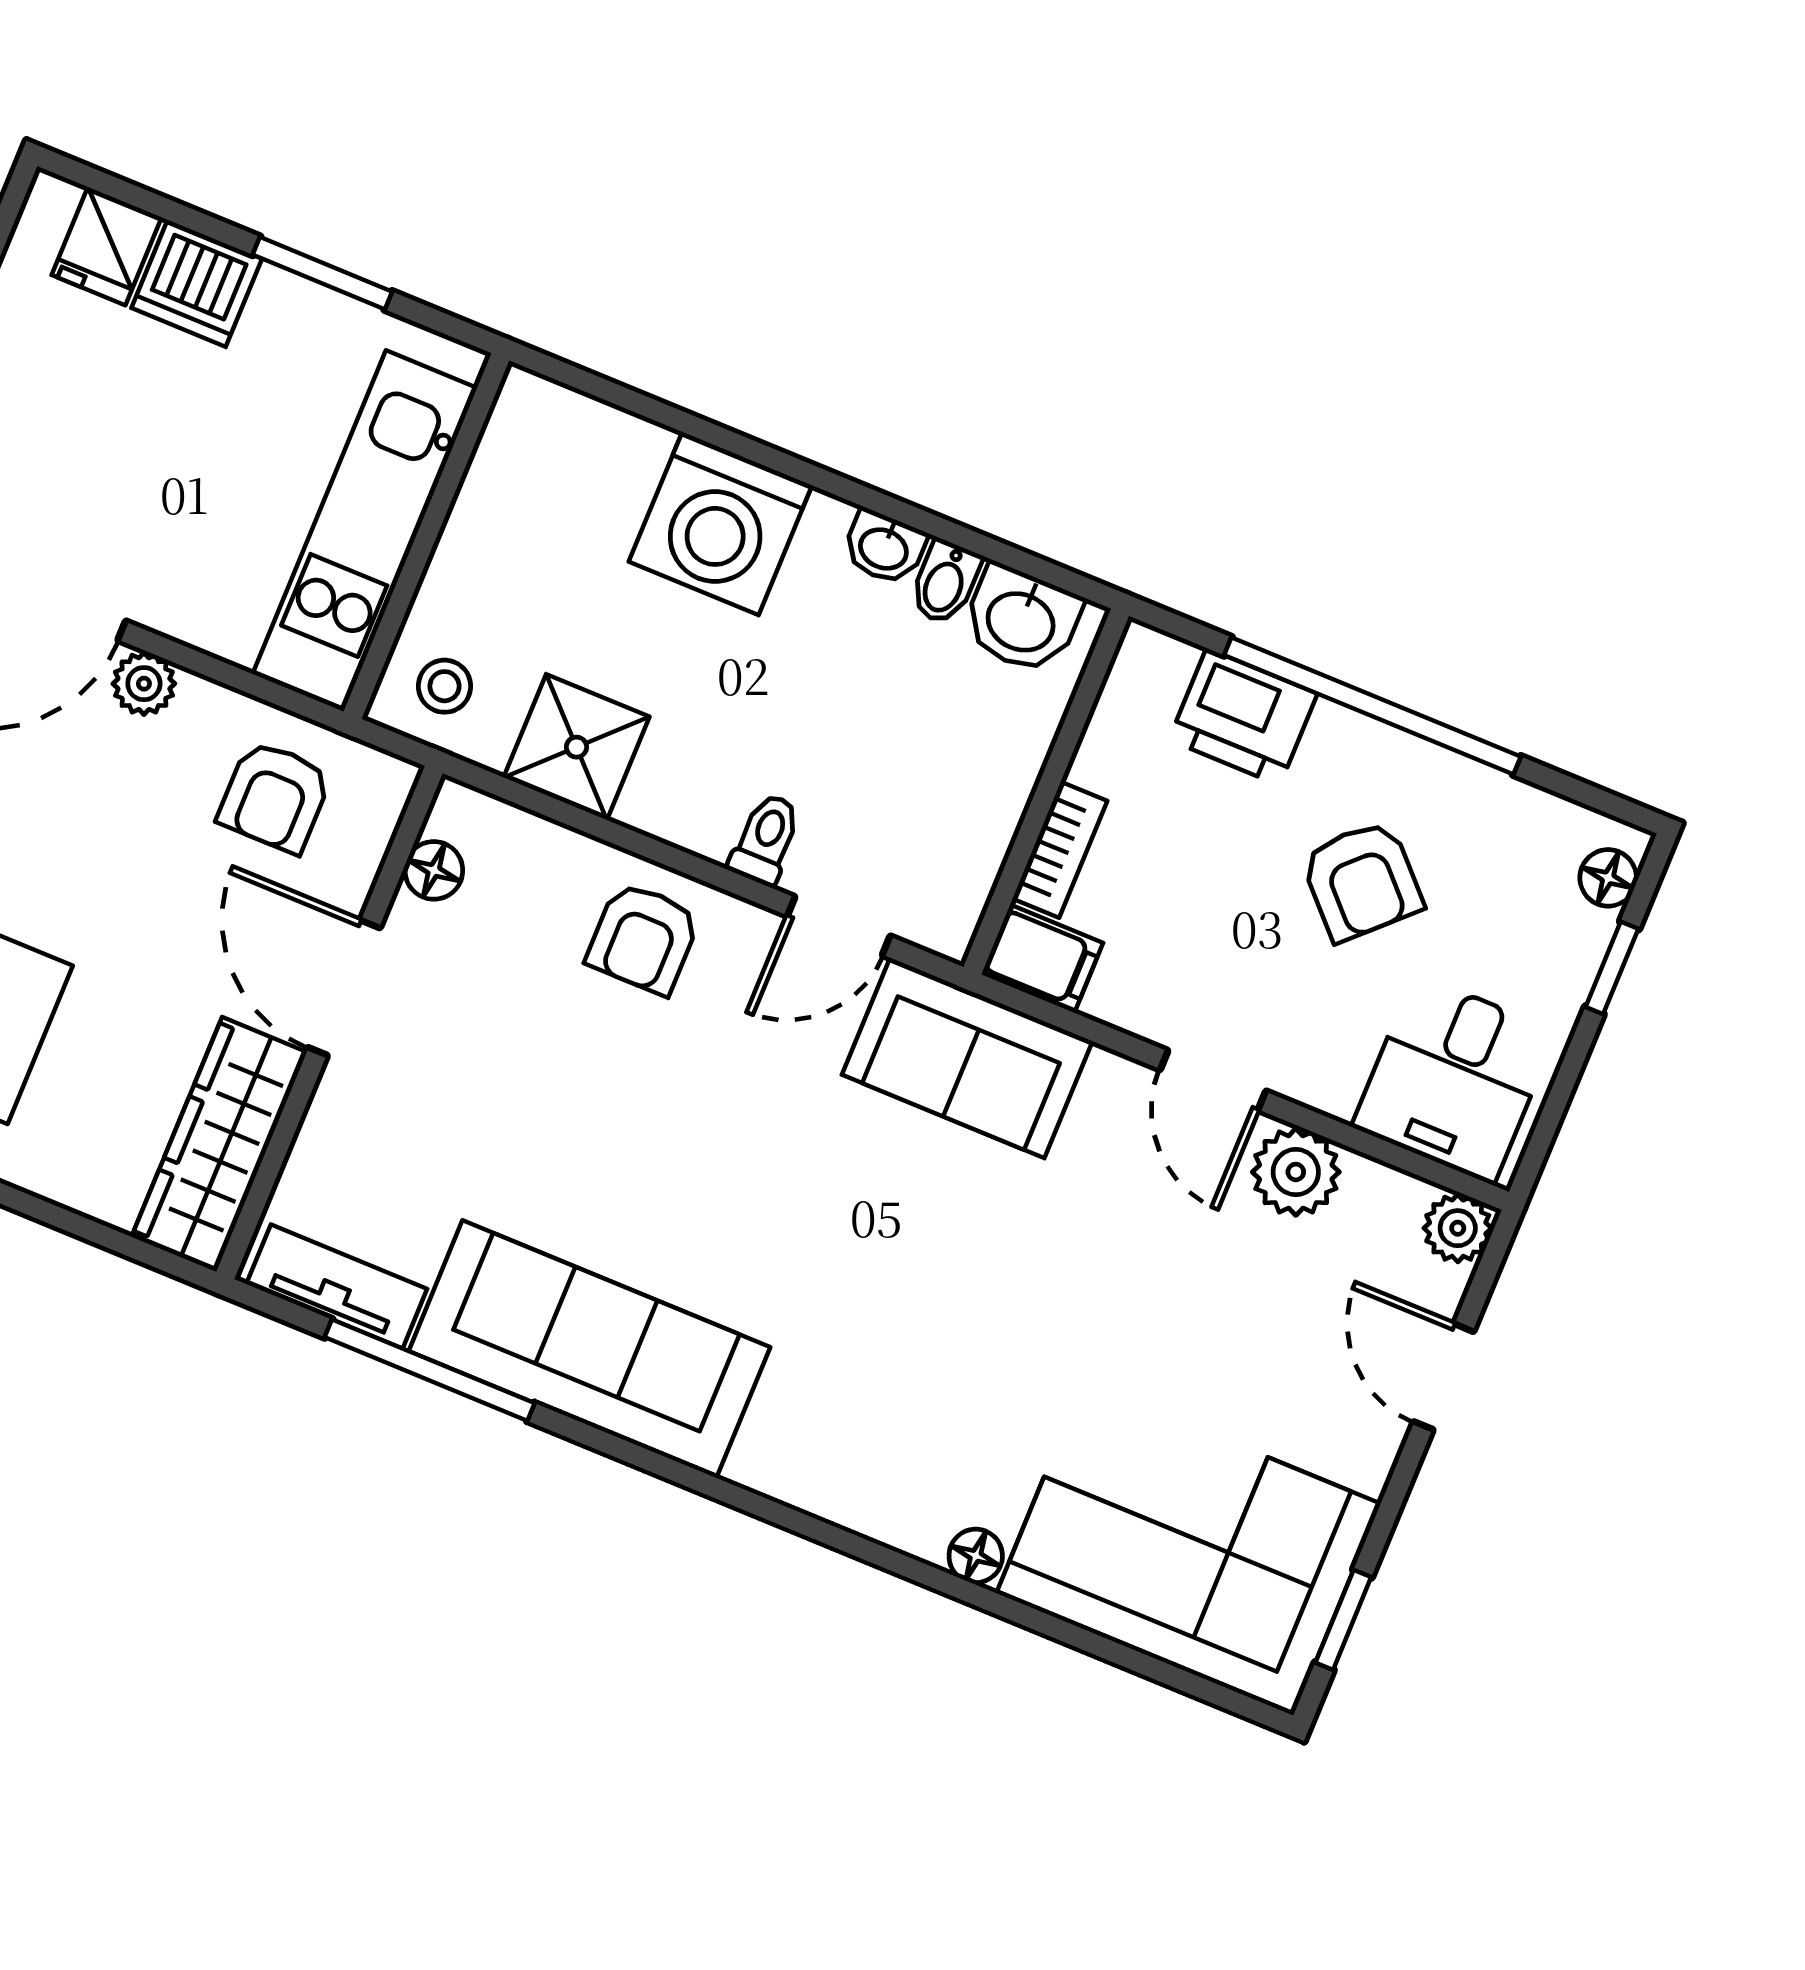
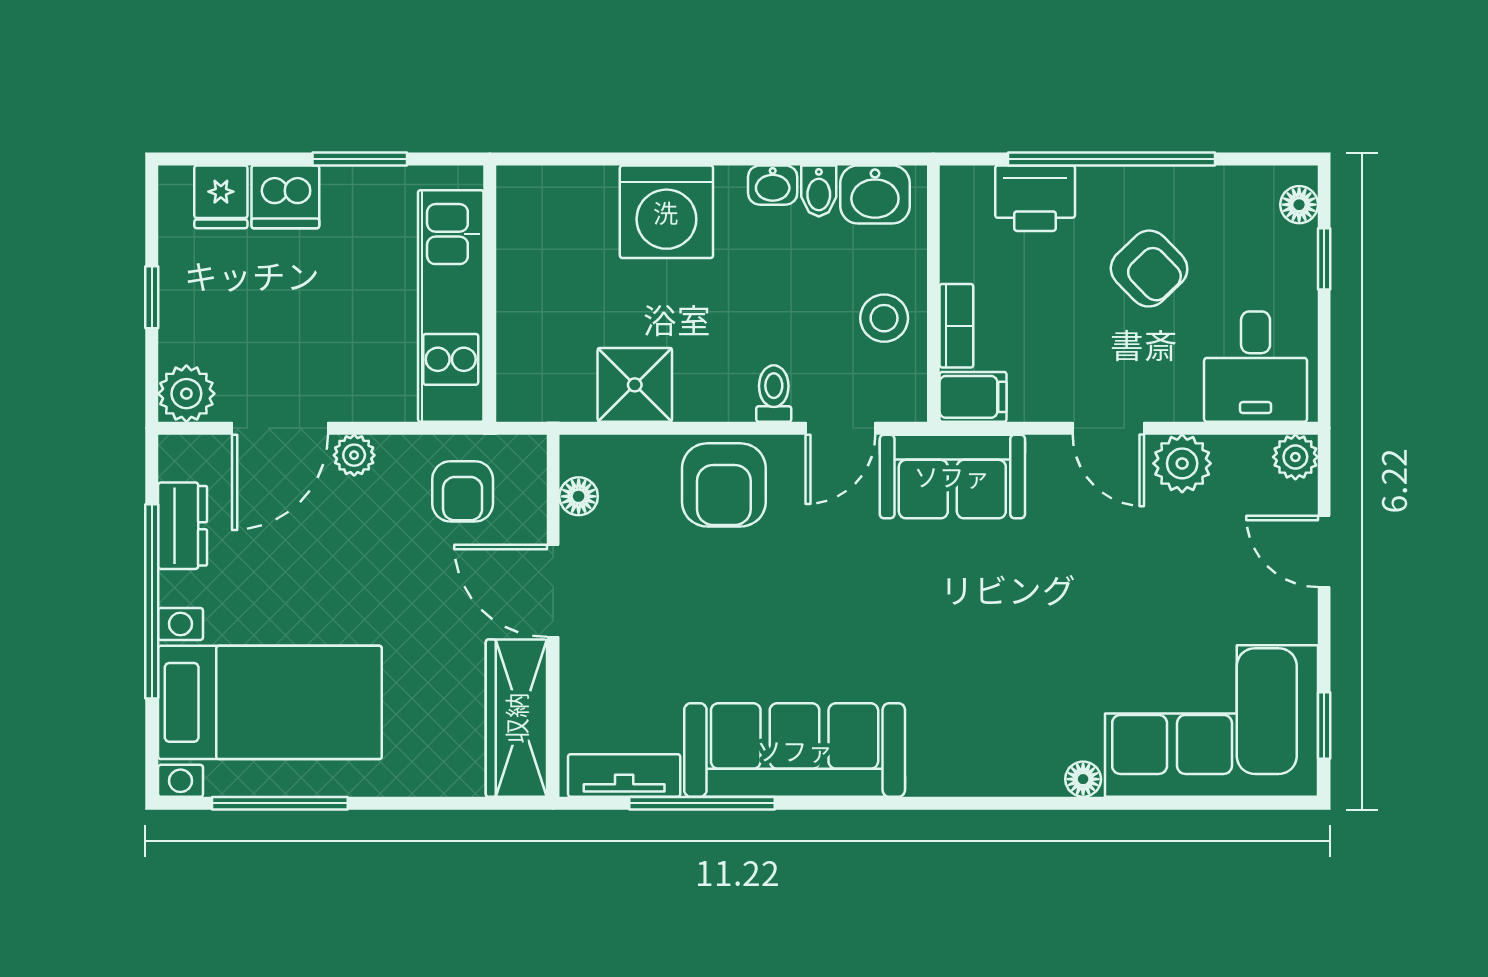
stool: (444, 686) -> (884, 318), moved, width x1.37, depth x1.37
armchair: (643, 938) -> (724, 485), width x1.38, depth x1.38

